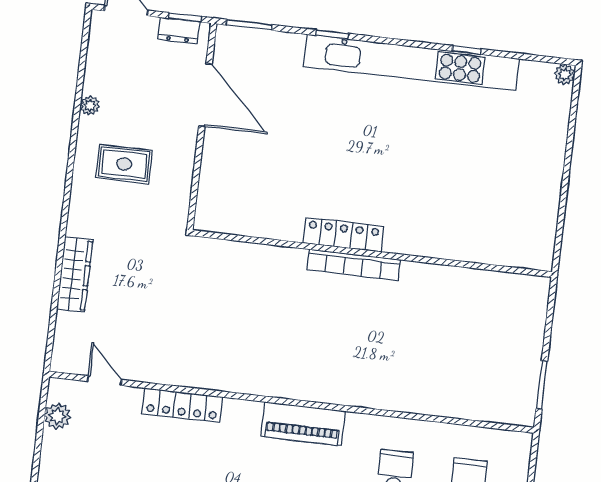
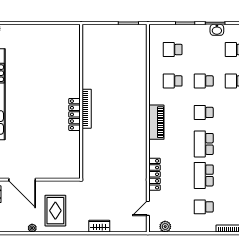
door: (205, 95) -> (22, 180), swing flipped
rug: (124, 164) -> (55, 211), width x1.36, depth x1.43
wardrobe: (75, 274) -> (99, 226), width x0.67

